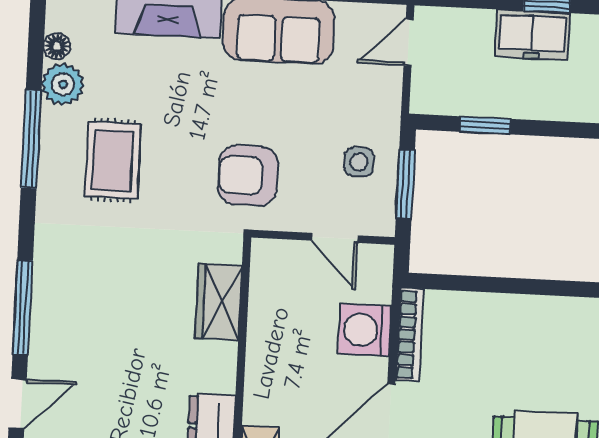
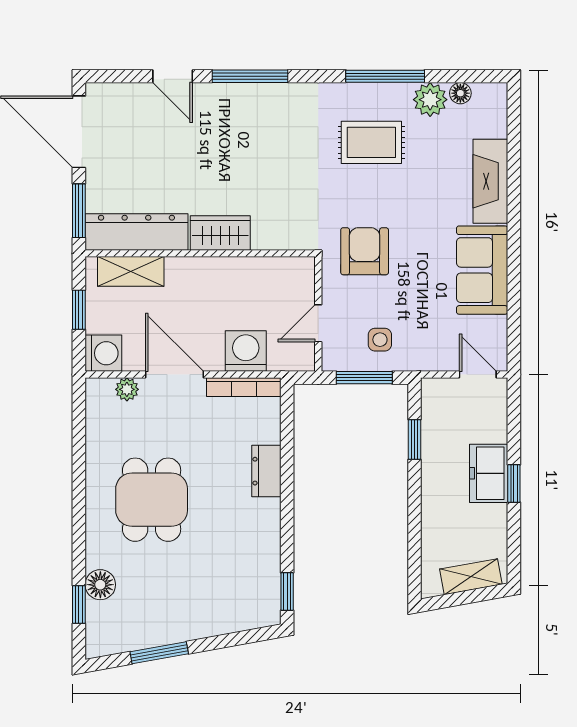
wardrobe: (219, 302) -> (220, 233), moved
dresser: (516, 312) -> (266, 471), added

